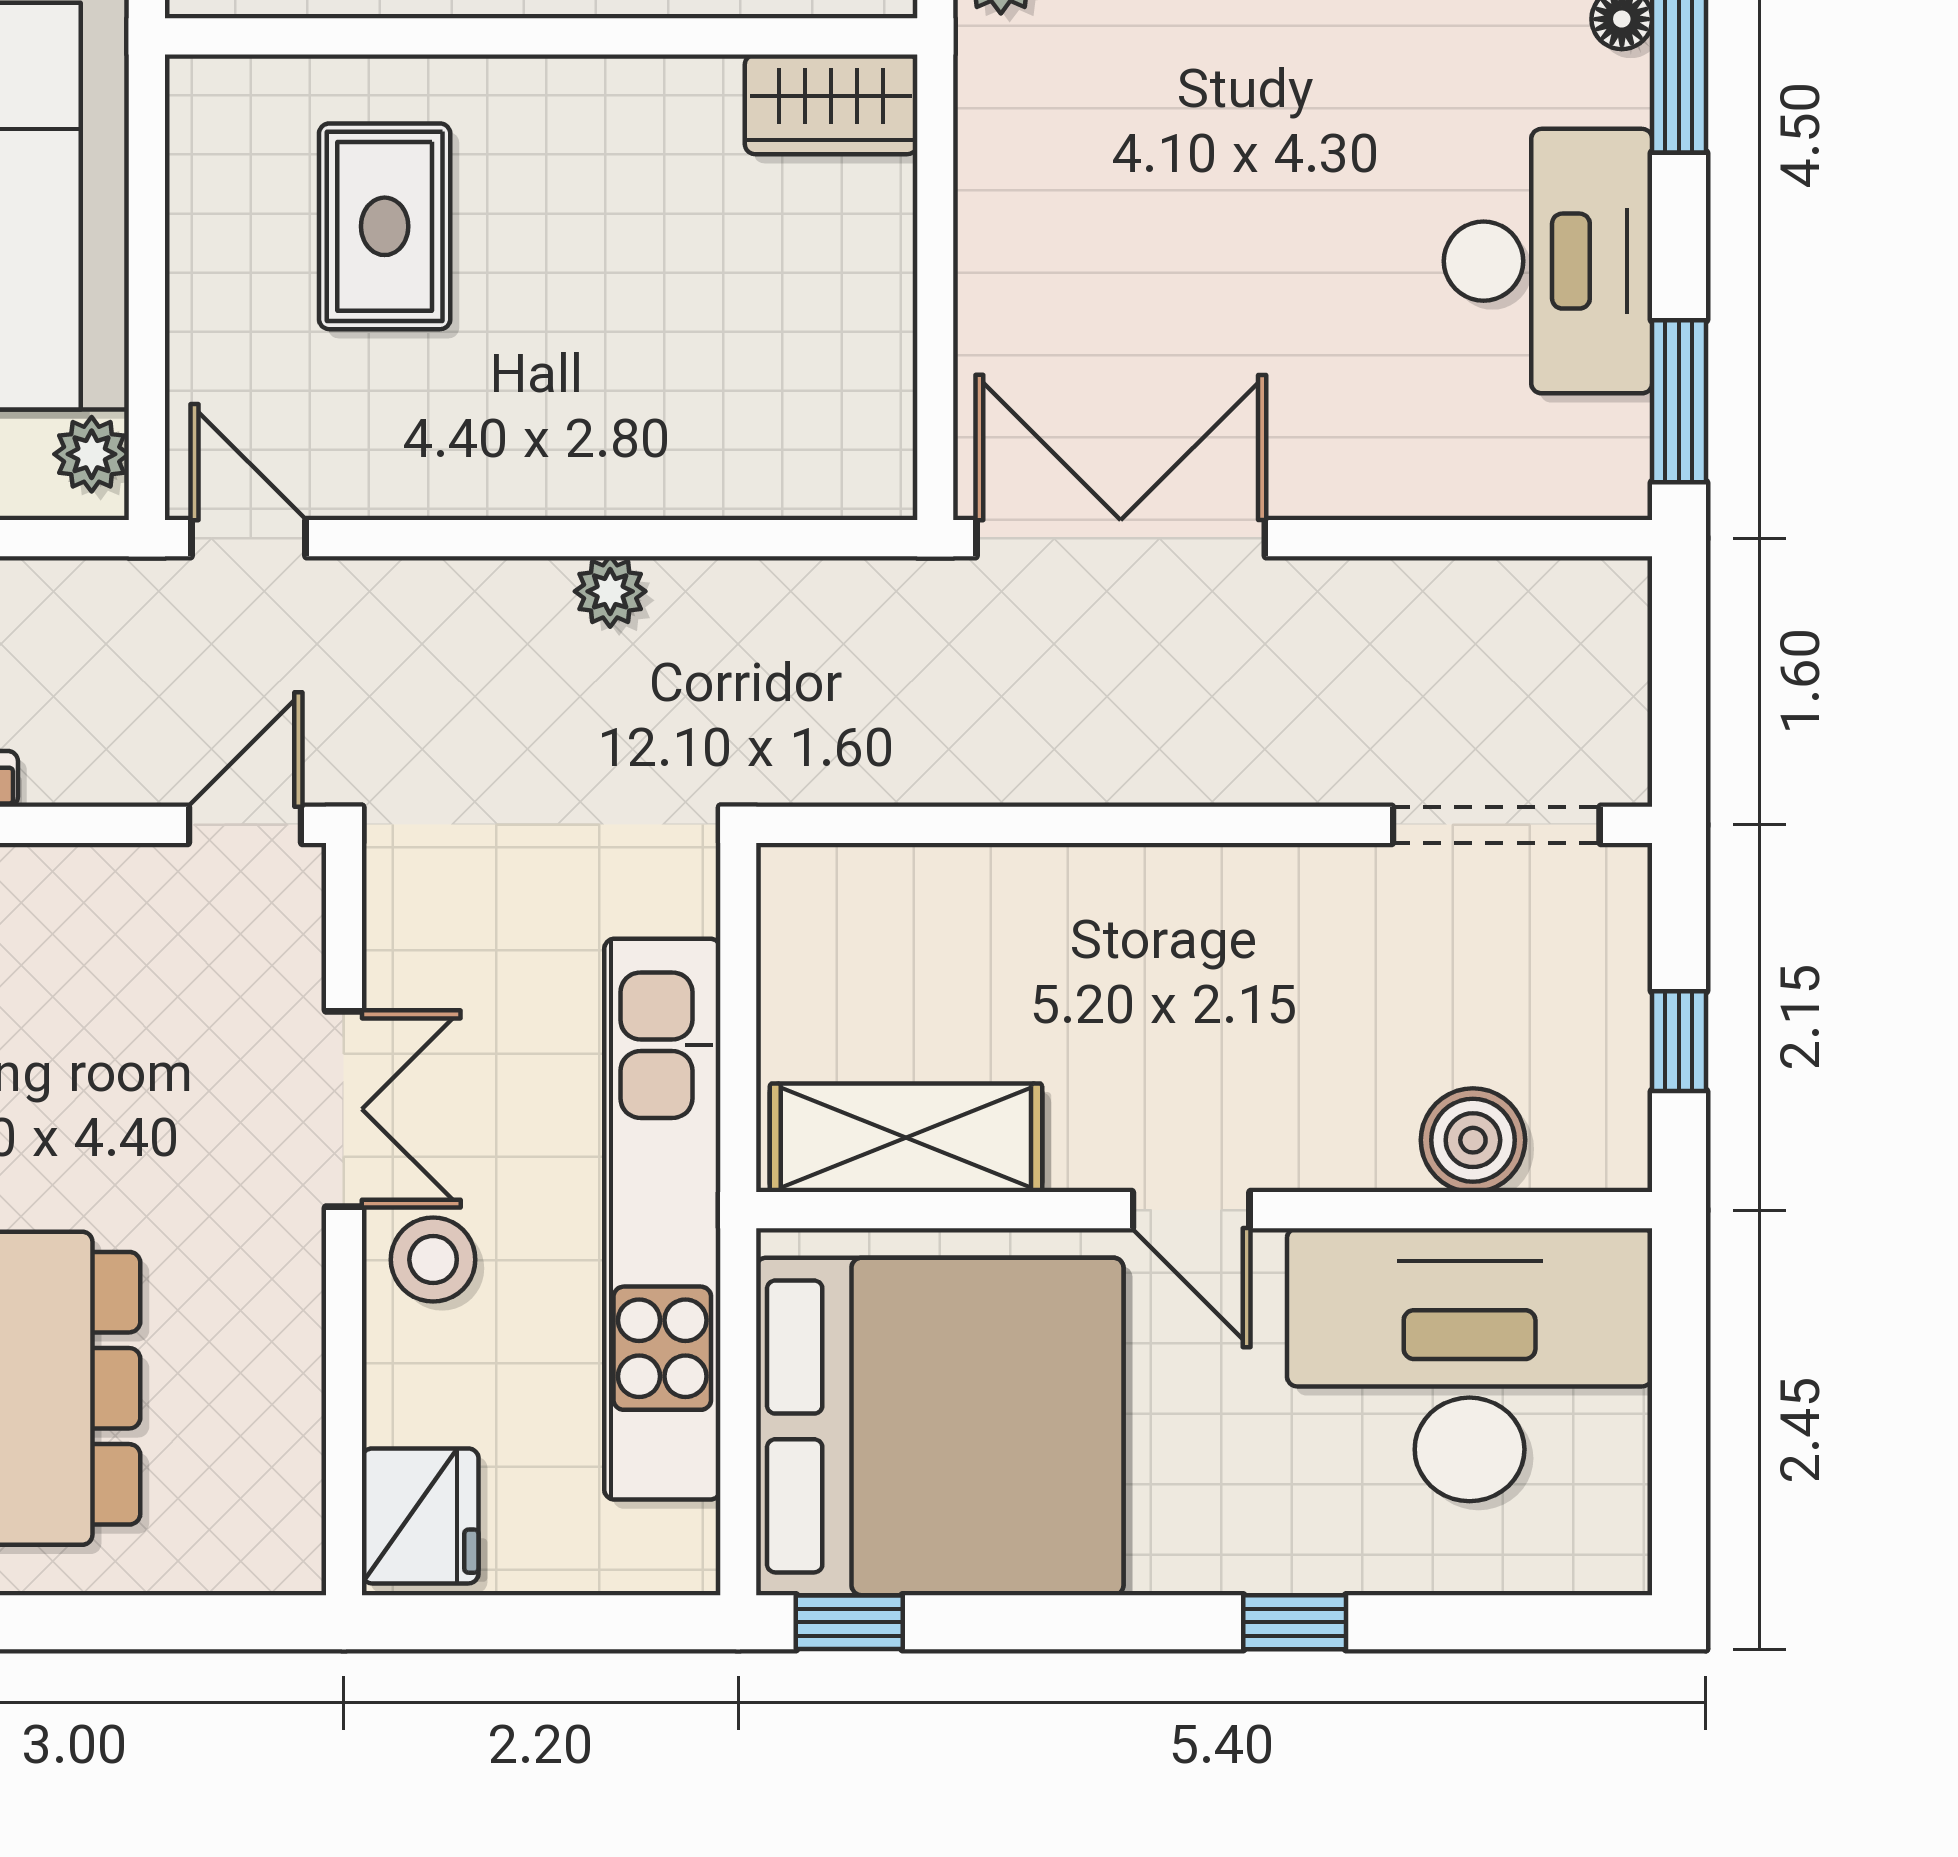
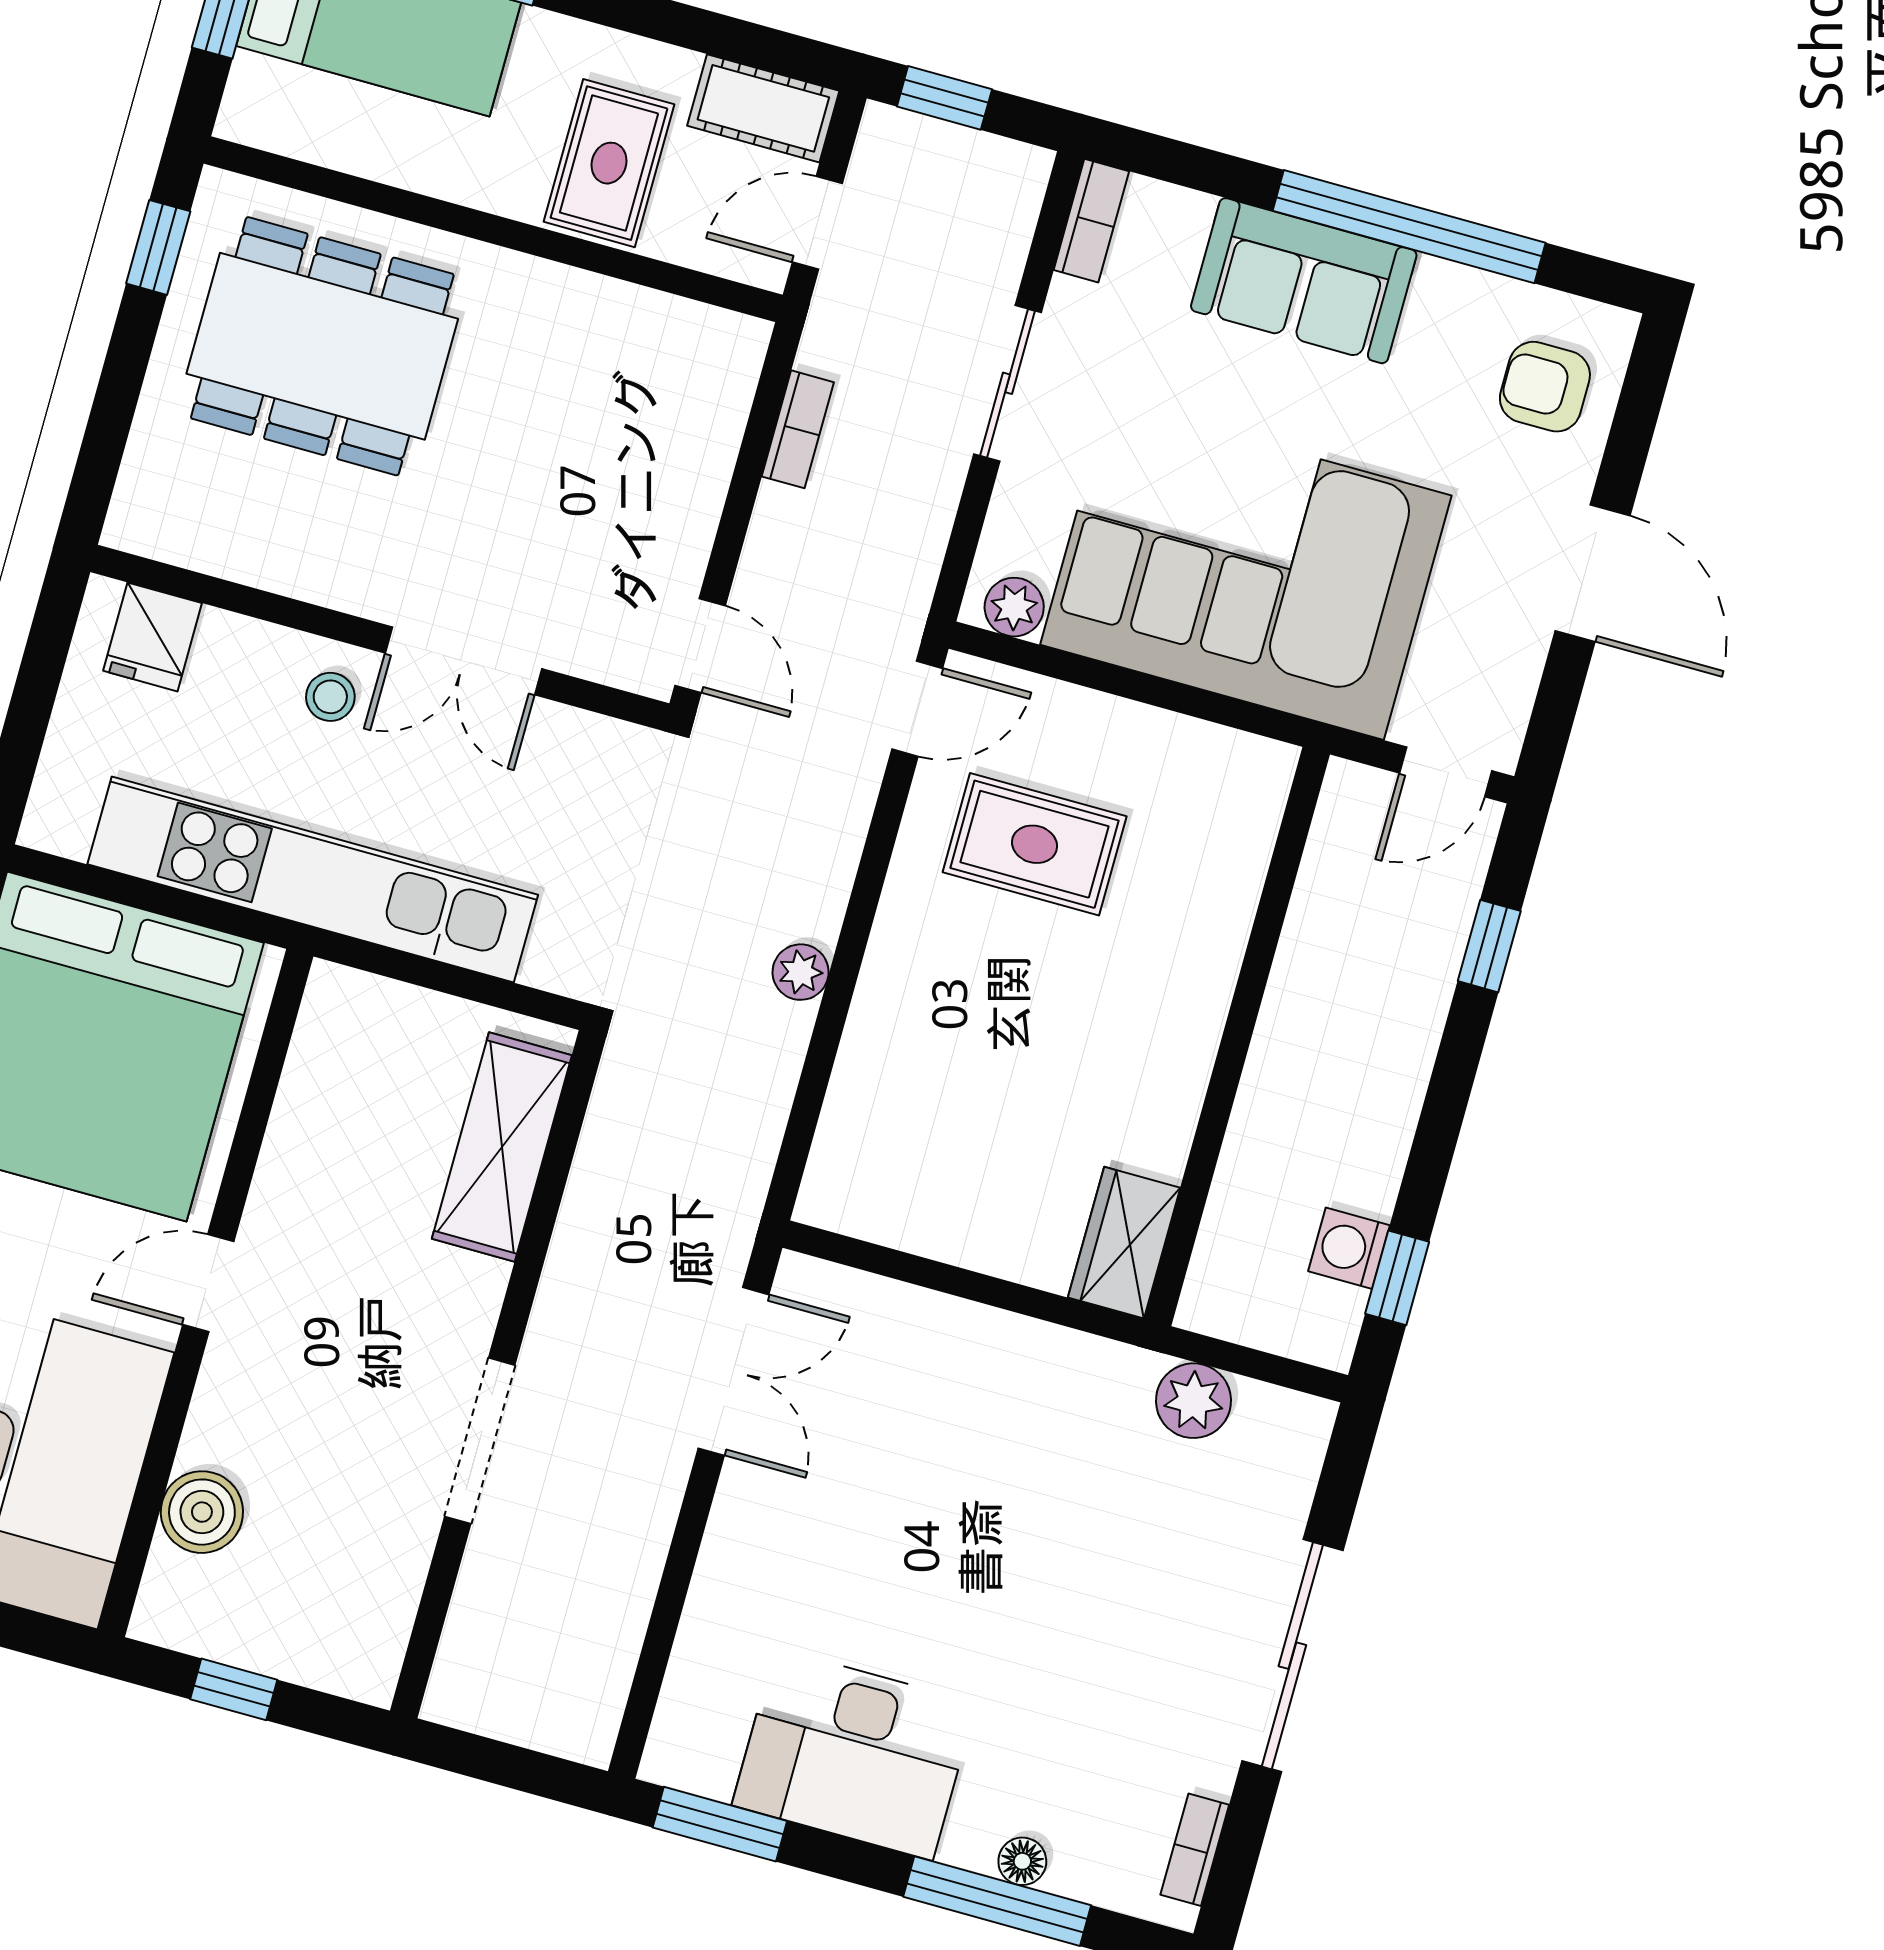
rug: (385, 226) -> (1035, 844), moved
double door: (1121, 538) -> (734, 1371), width x0.73
doorway: (1496, 825) -> (480, 1441), moved
shelving: (906, 1138) -> (502, 1147), moved
stool: (433, 1260) -> (330, 697), width x0.73, depth x0.73
fridge: (420, 1516) -> (153, 637), width x0.72

